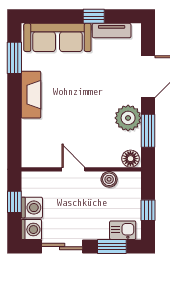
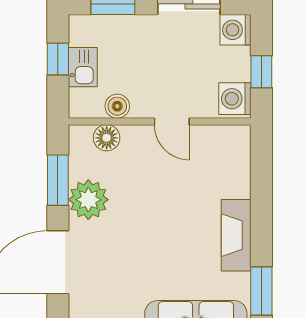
floor lamp: (130, 159) -> (107, 138), moved
washing machine: (32, 208) -> (235, 99), moved
kitchen sink: (123, 230) -> (83, 67), moved, turned -90

